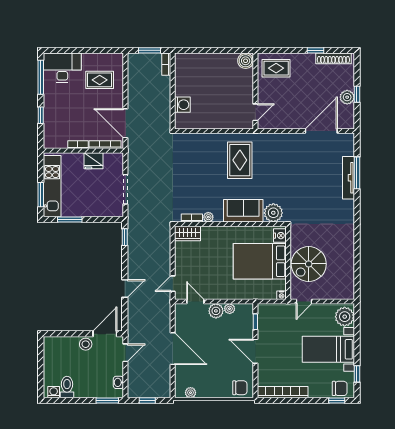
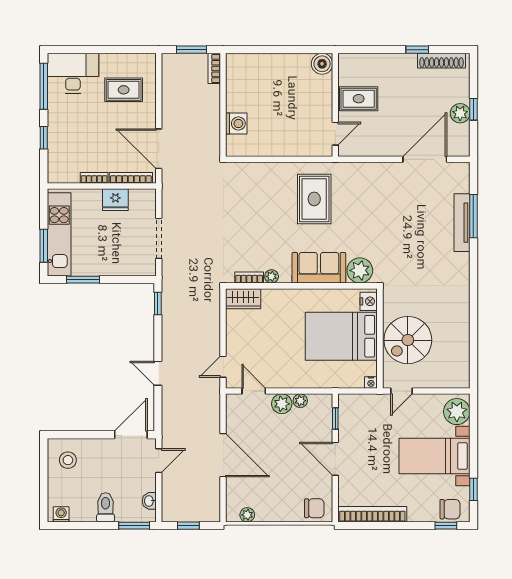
rug: (276, 68) -> (359, 99), moved
door: (125, 288) -> (158, 373), swing flipped
stool: (86, 344) -> (68, 460), moved
toilet: (67, 387) -> (106, 507), moved

